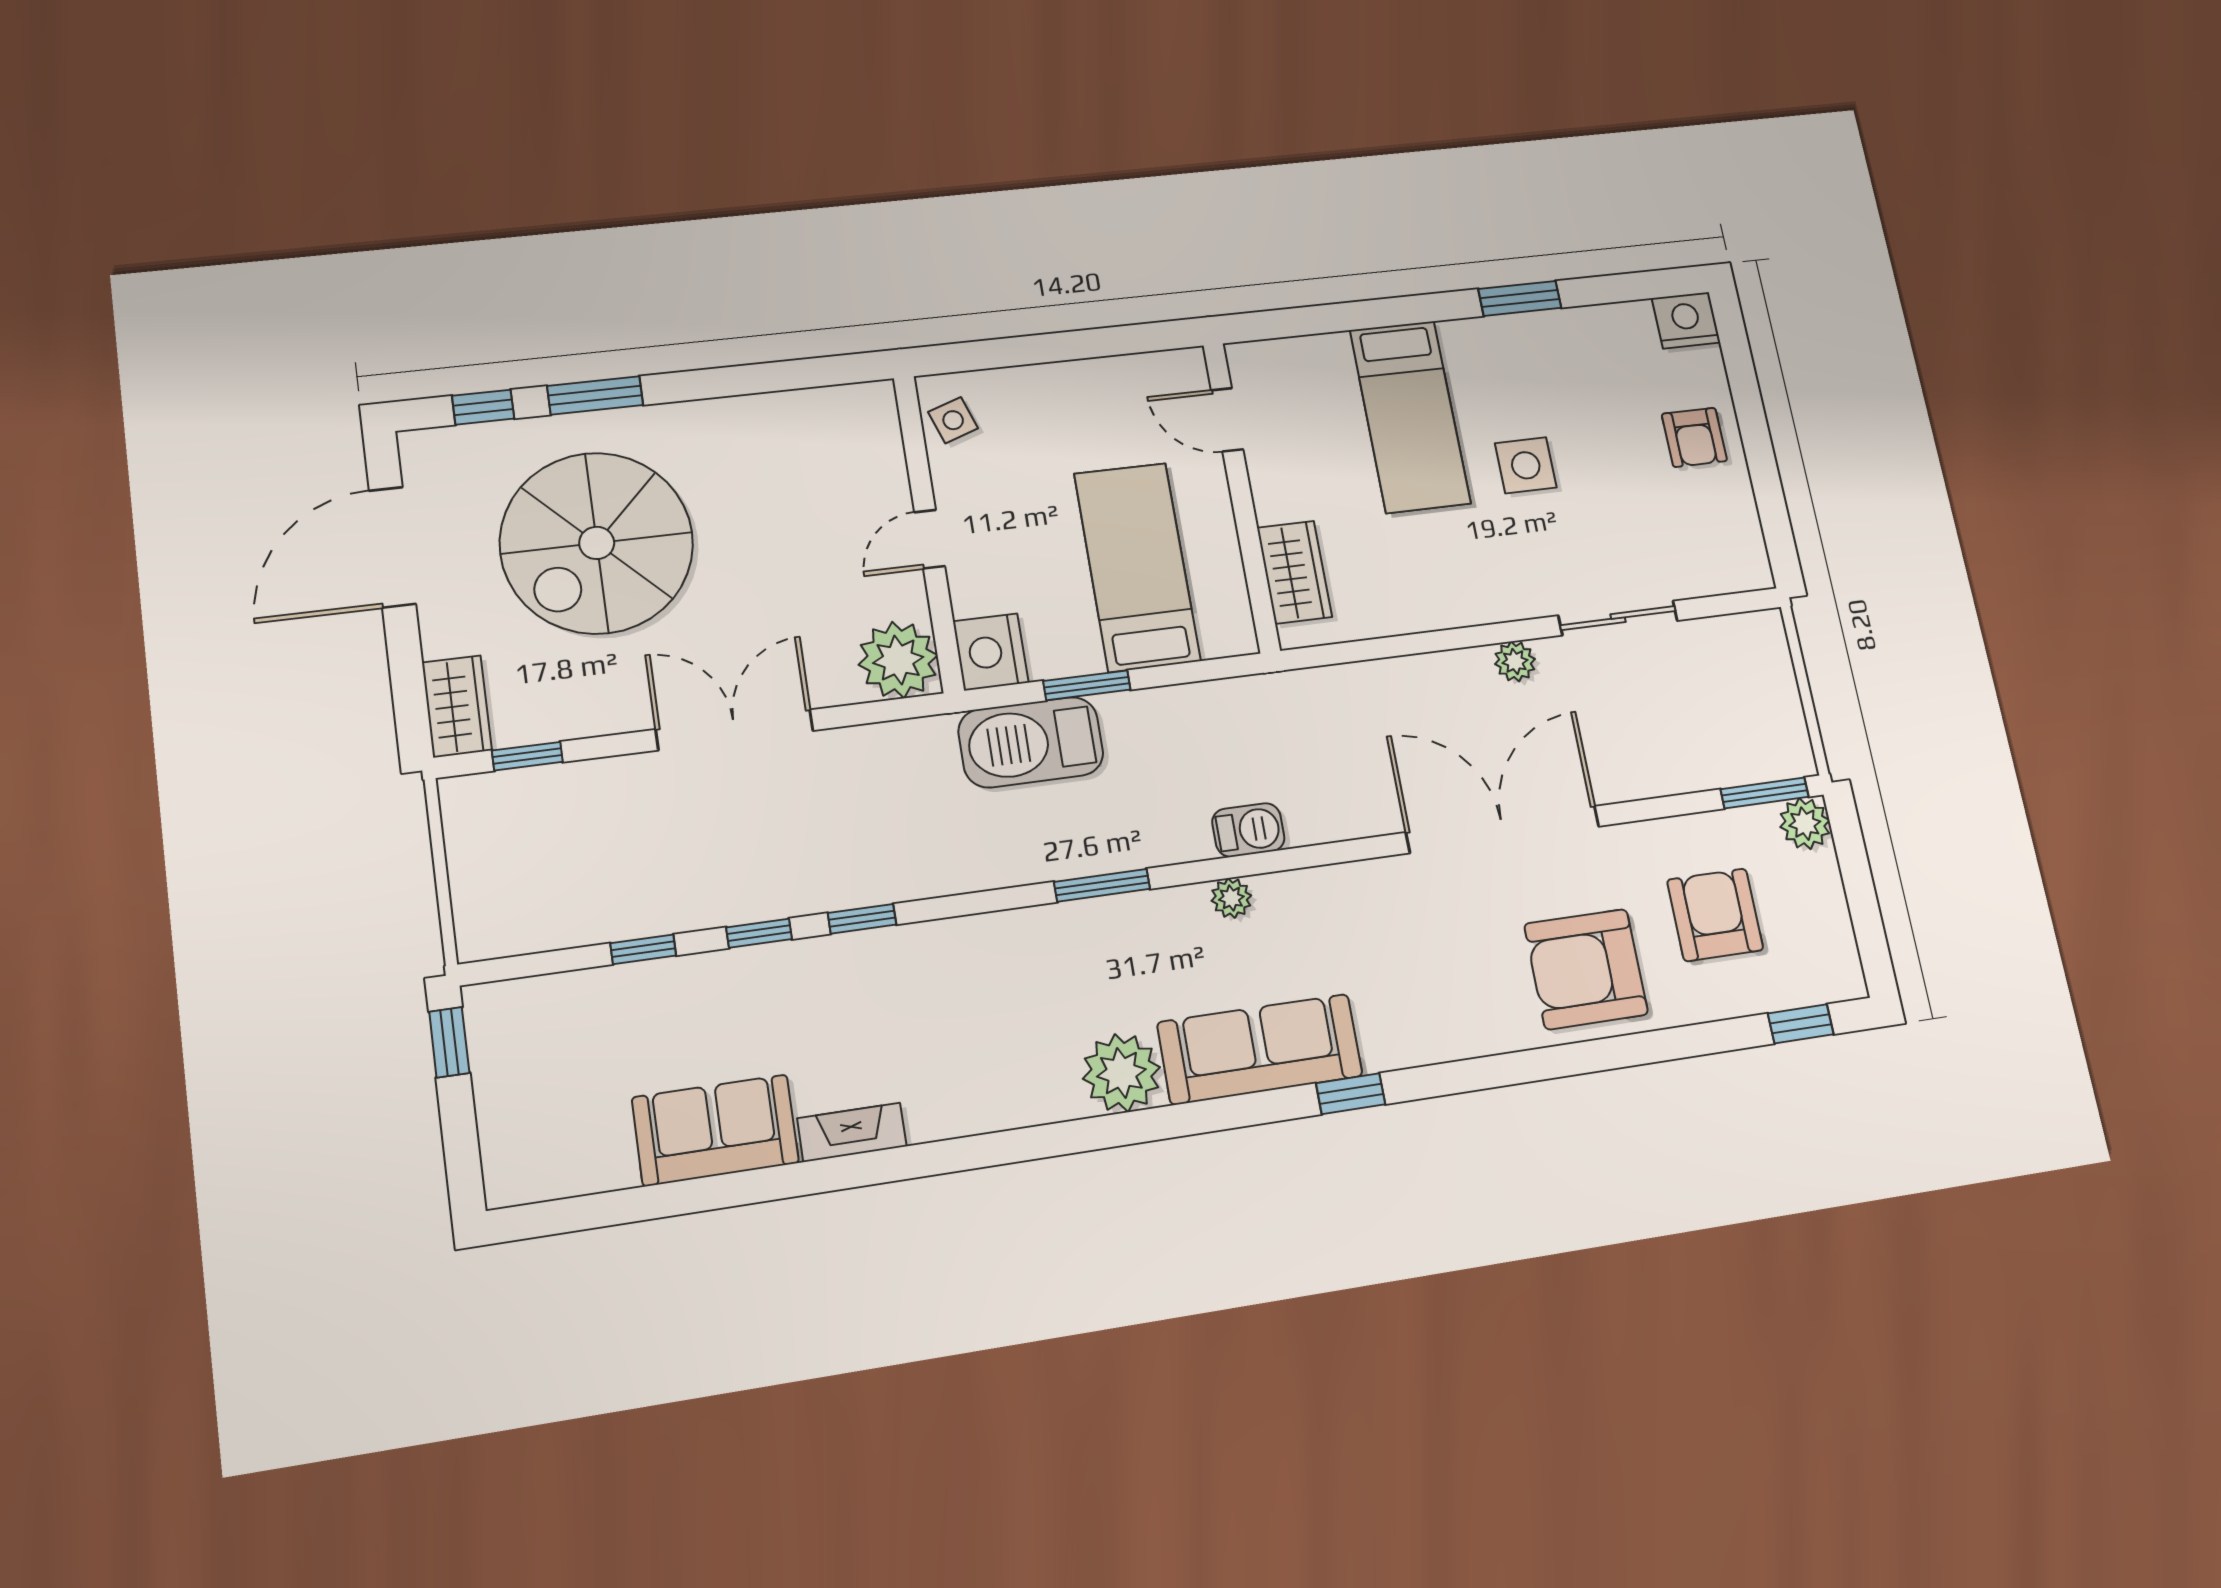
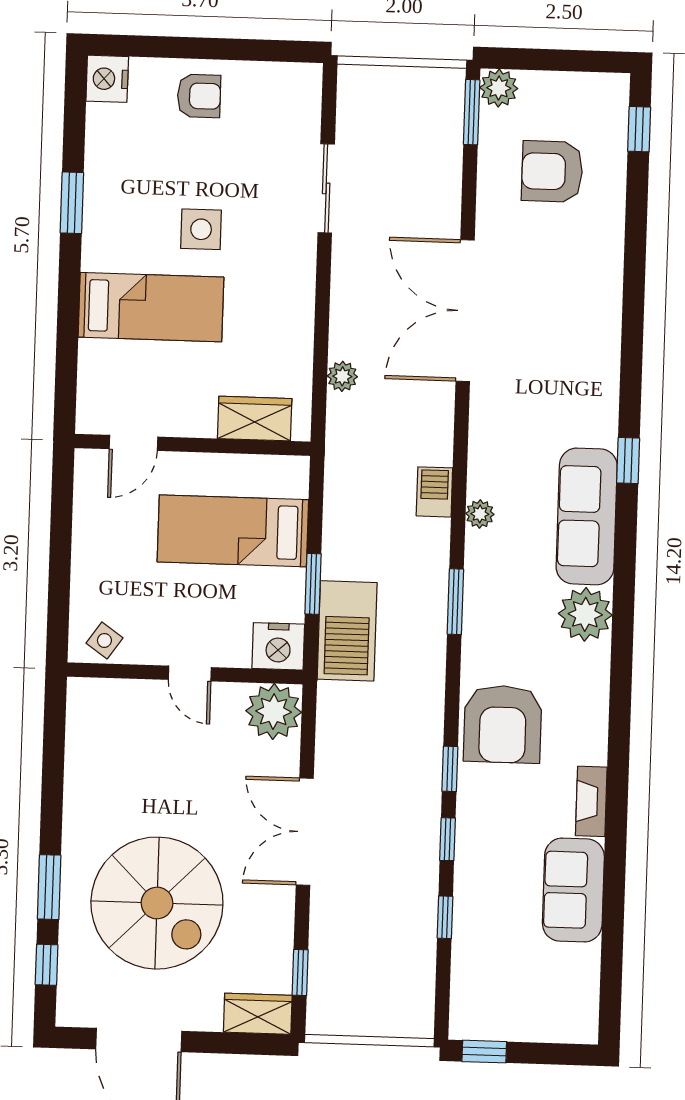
side table: (953, 420) -> (104, 640), turned -36
plant: (1515, 661) -> (342, 376), moved
armchair: (1586, 969) -> (503, 724), moved

